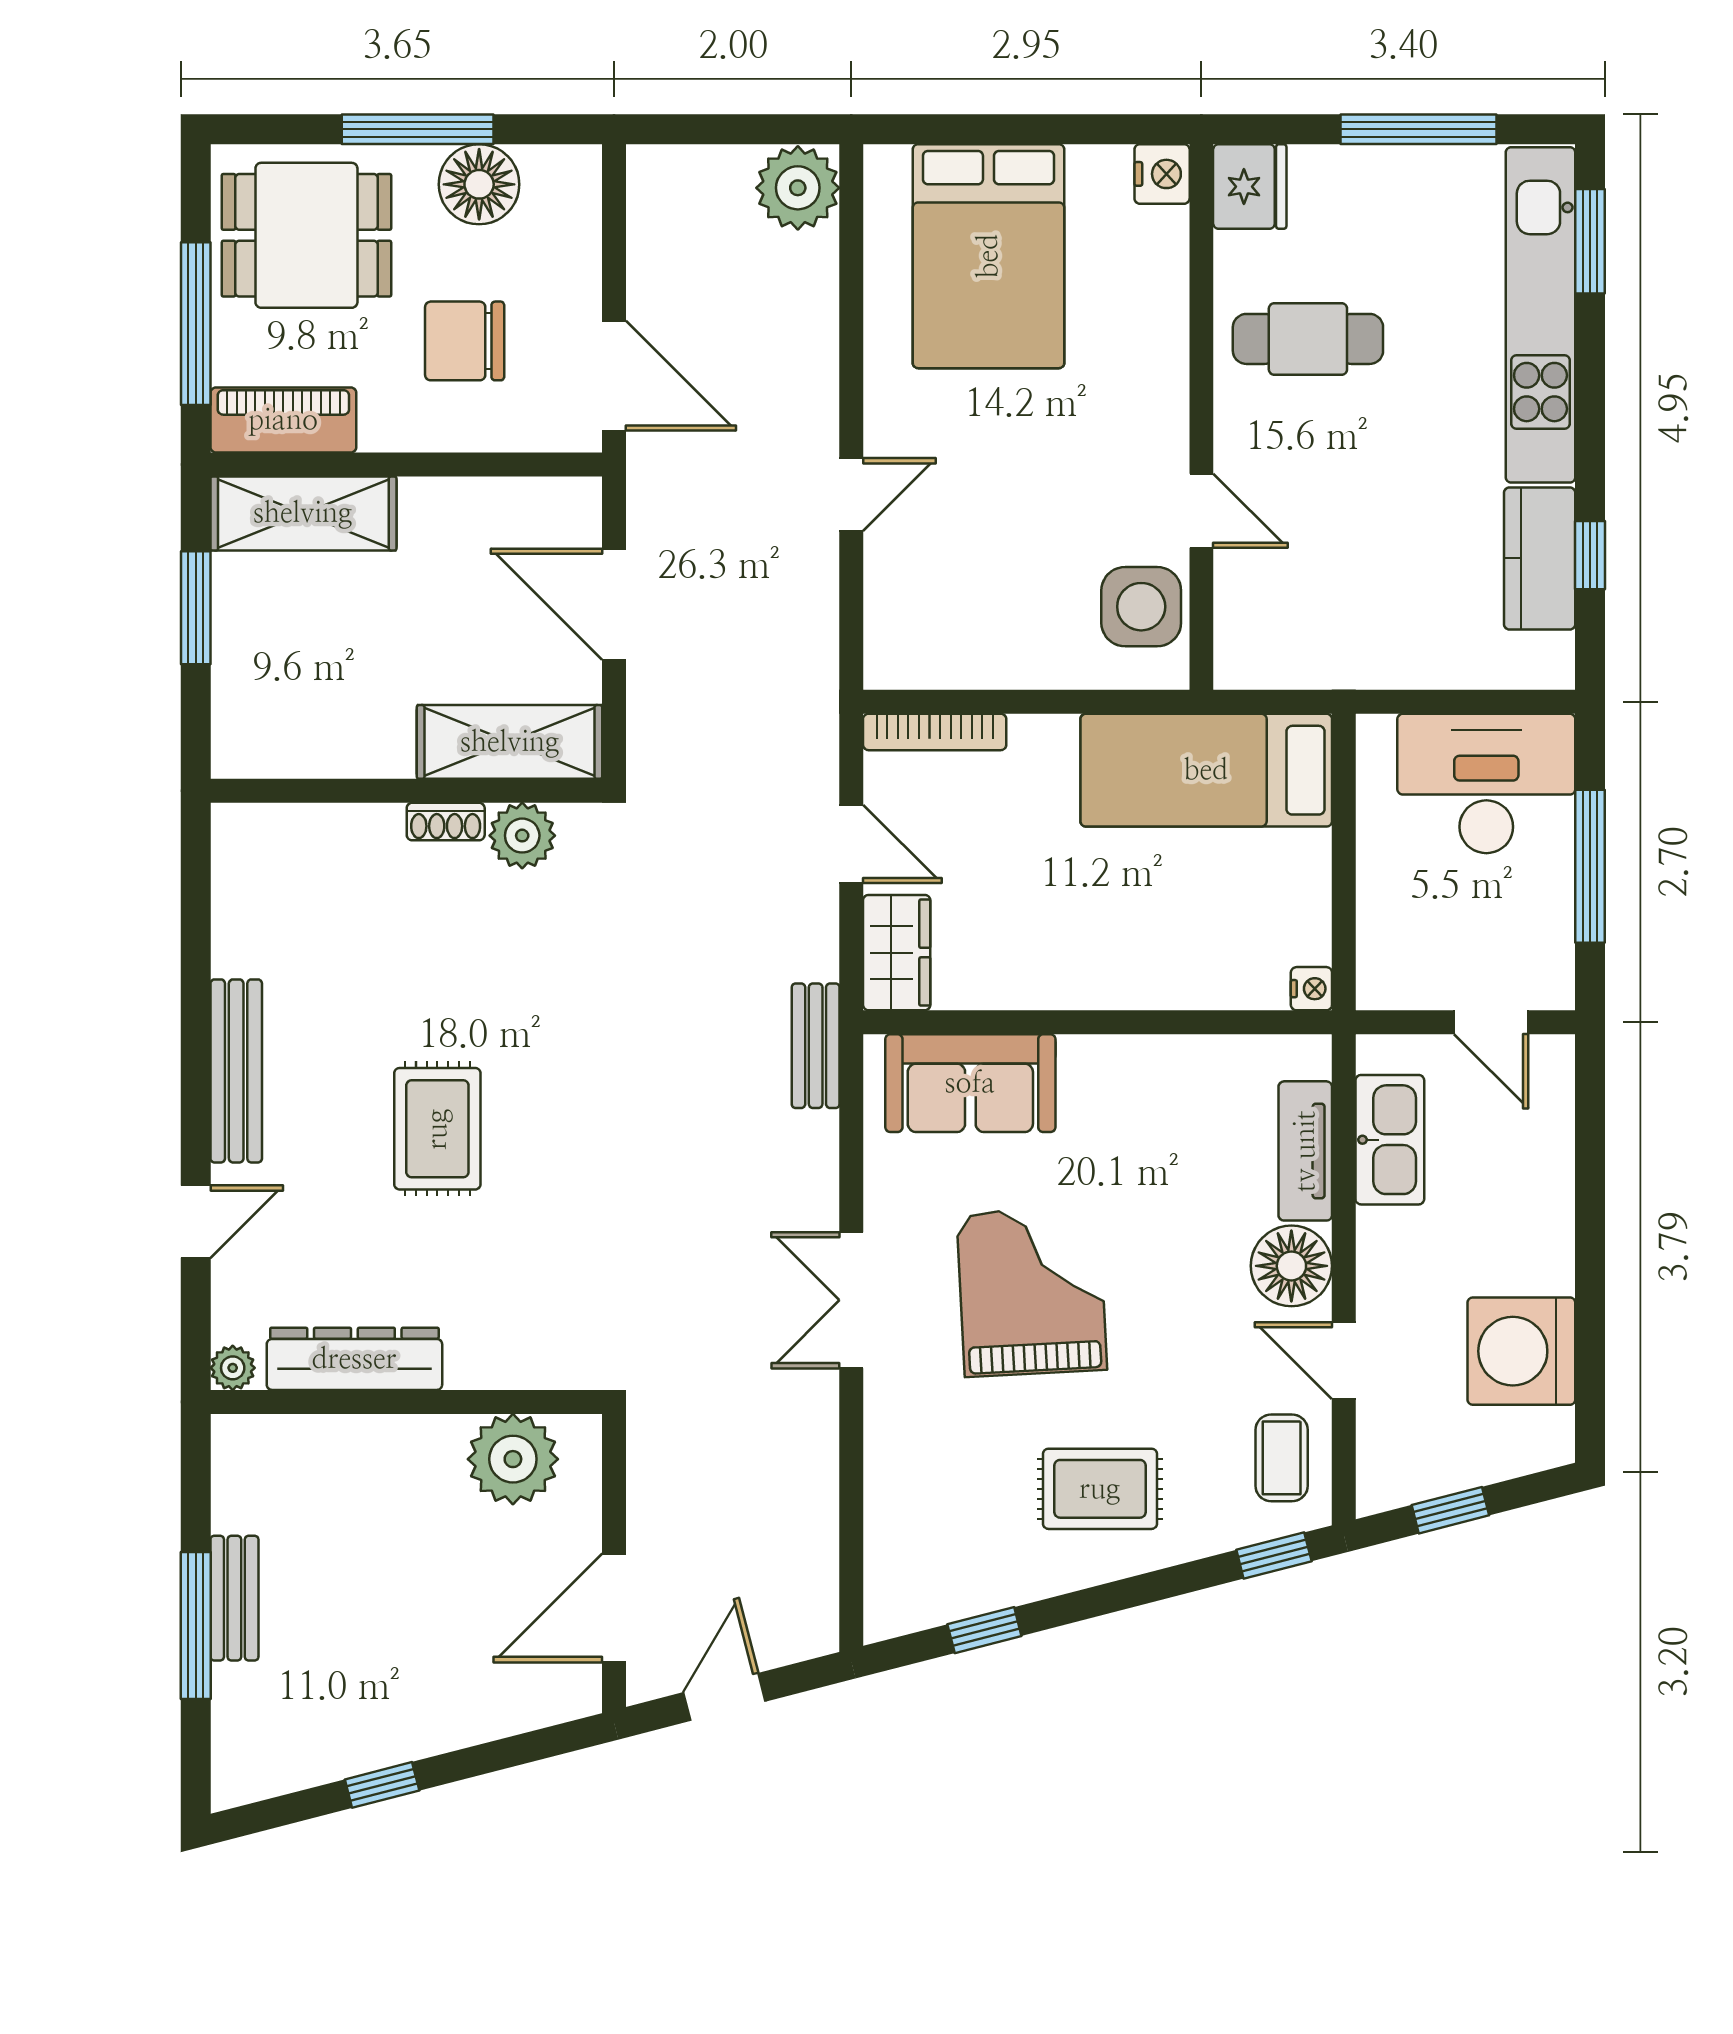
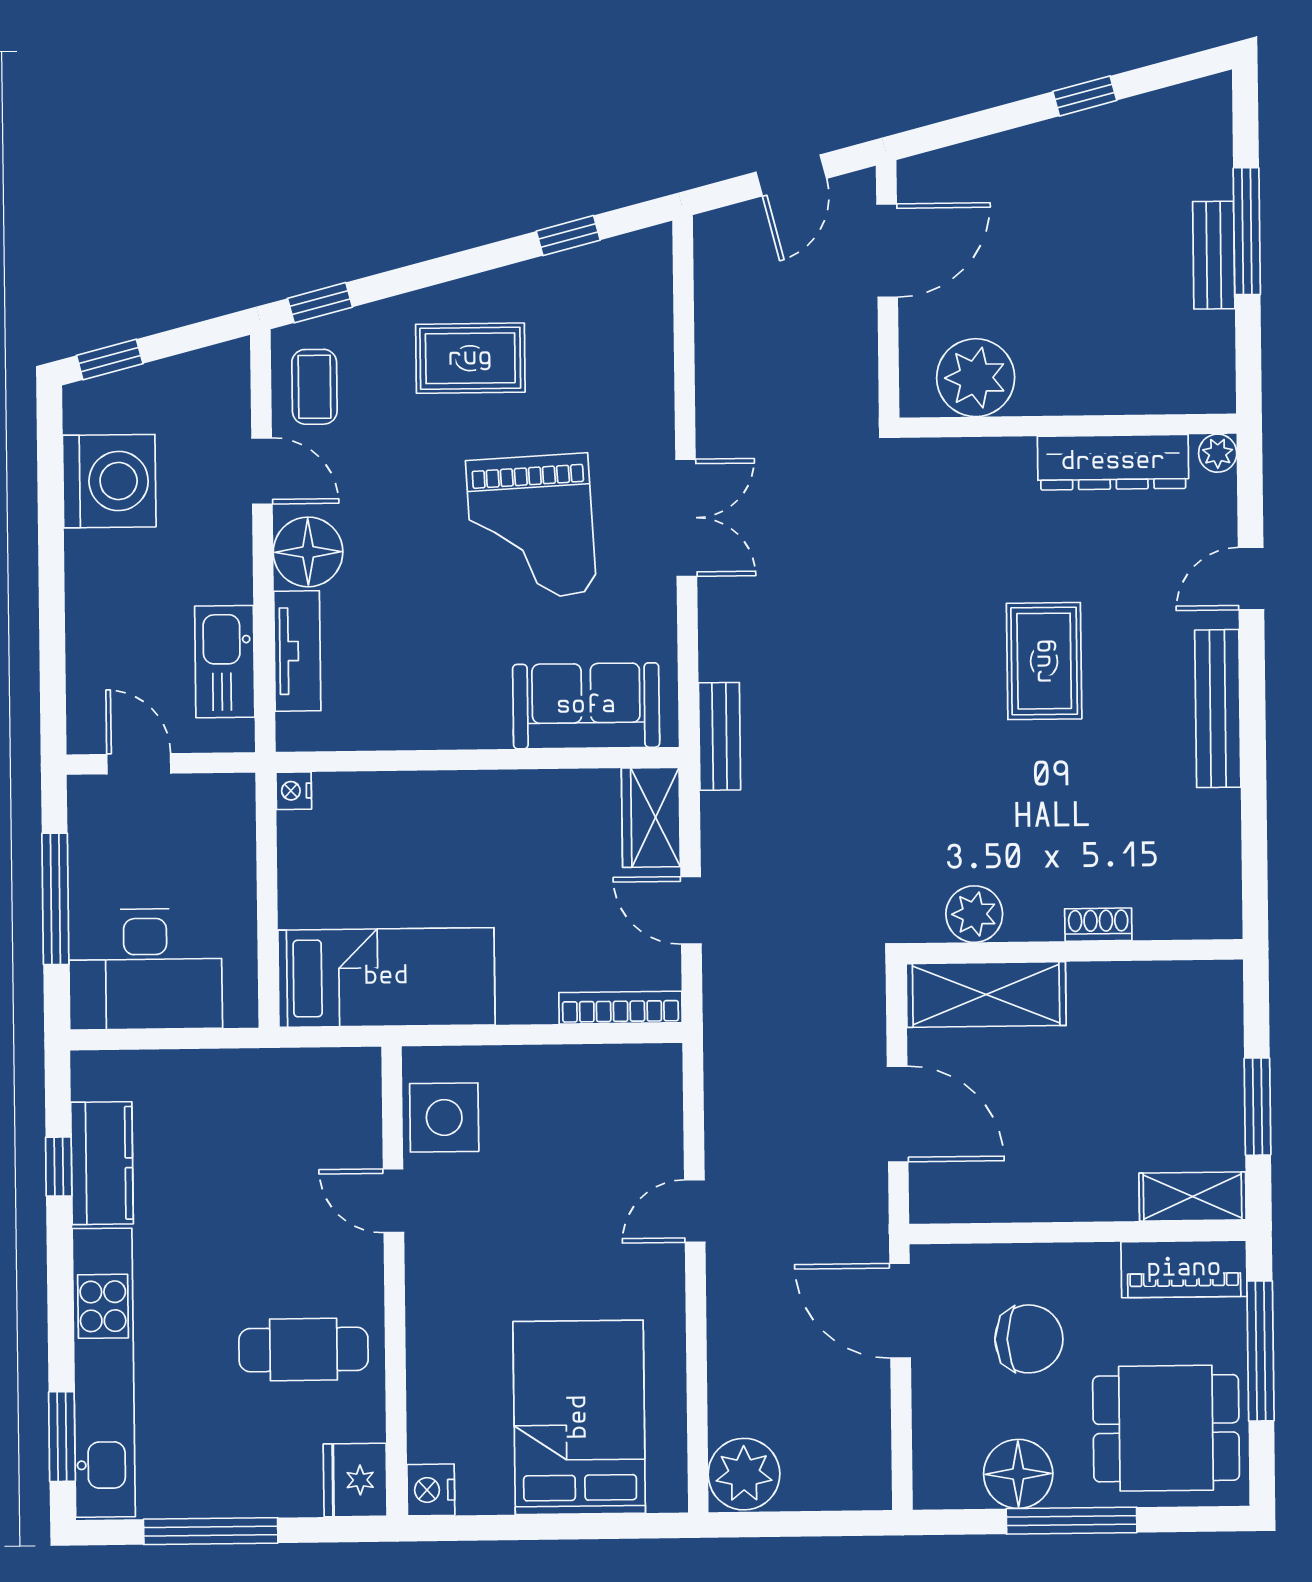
shelving: (303, 513) -> (1193, 1196), width x0.67, depth x0.75
shoe rack: (446, 822) -> (1098, 925), moved
window: (1450, 1510) -> (110, 360), moved

